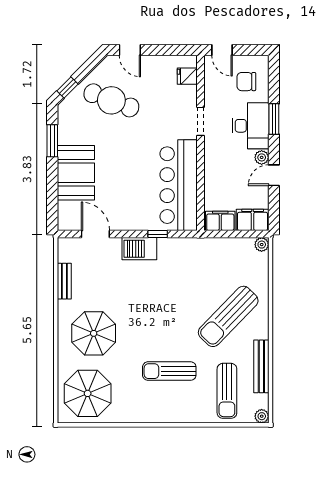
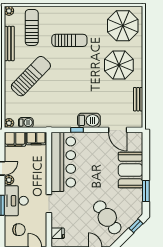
cafe table: (111, 100) -> (107, 217), turned 34
barbecue: (236, 245) -> (26, 123), added

